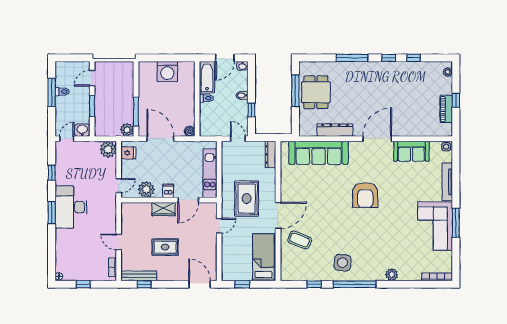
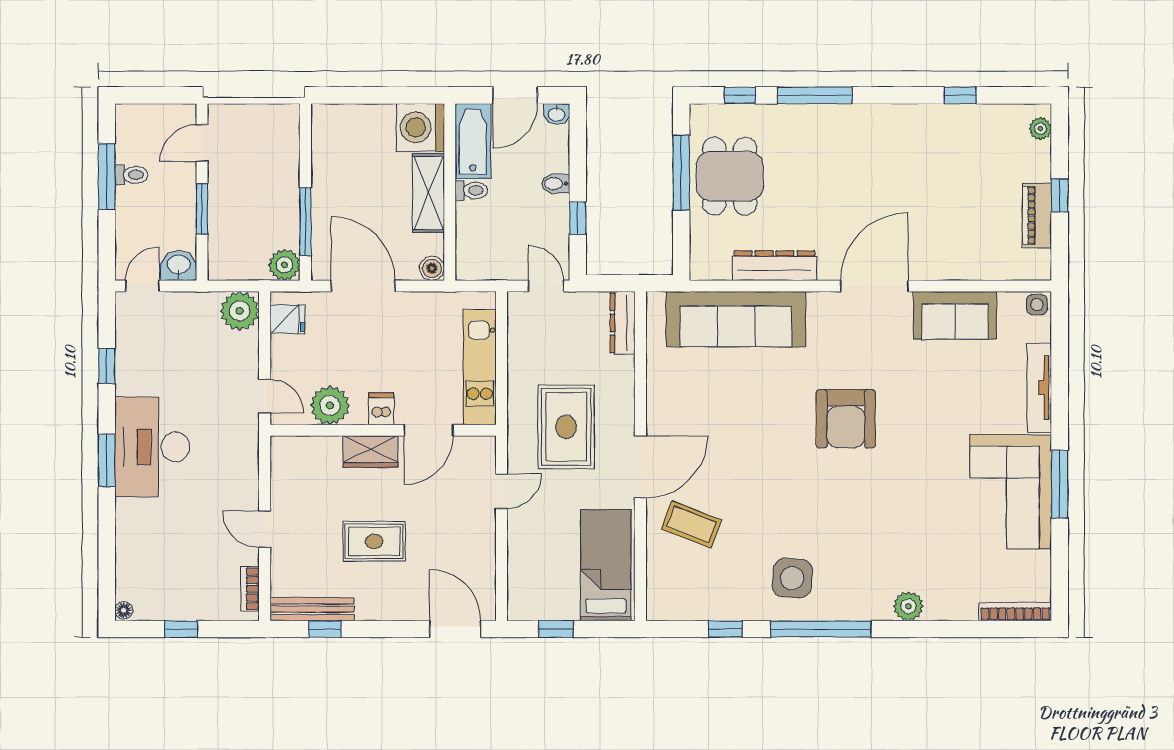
window: (389, 58) -> (740, 95), moved
washing machine: (167, 72) -> (420, 127), moved, turned 90
shelving: (188, 99) -> (428, 193), added
door: (119, 186) -> (265, 396), hinge flipped

